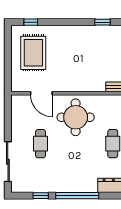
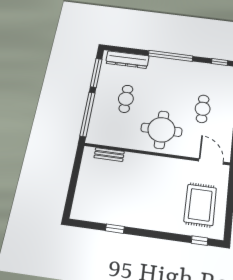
door: (41, 93) -> (211, 161), moved
window: (41, 196) -> (220, 62), moved

